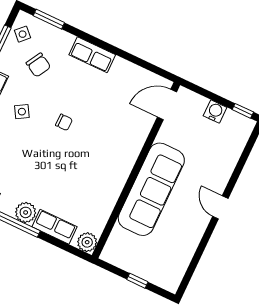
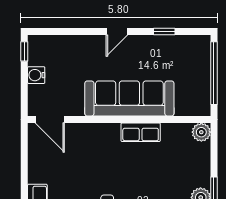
row of seats: (55, 227) -> (141, 132), moved, turned -90
window: (199, 252) -> (164, 31), added
window: (137, 281) -> (214, 73), width x3.17

